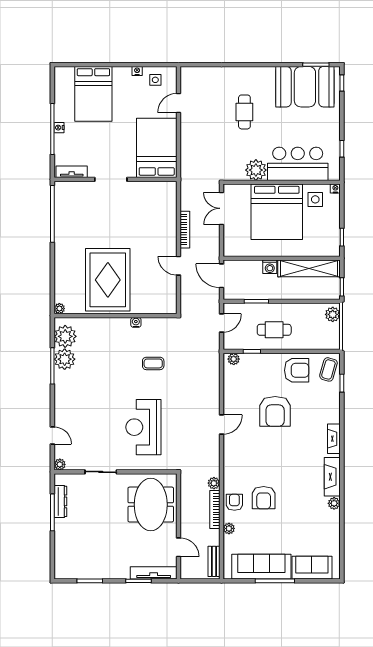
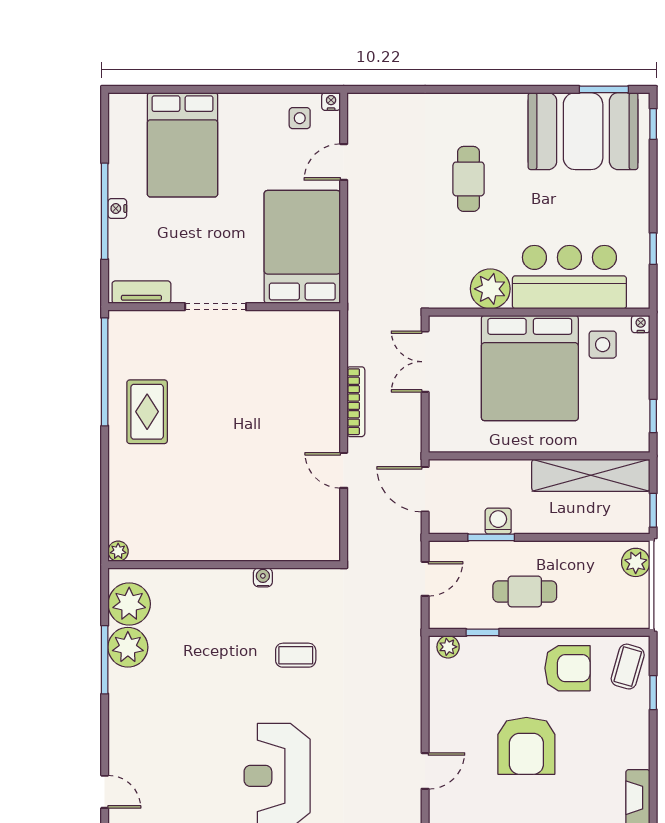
nightstand: (137, 71) -> (331, 102), moved
washing machine: (270, 267) -> (498, 521), moved, turned 180
rug: (108, 280) -> (147, 412), moved, width x0.54, depth x0.49

